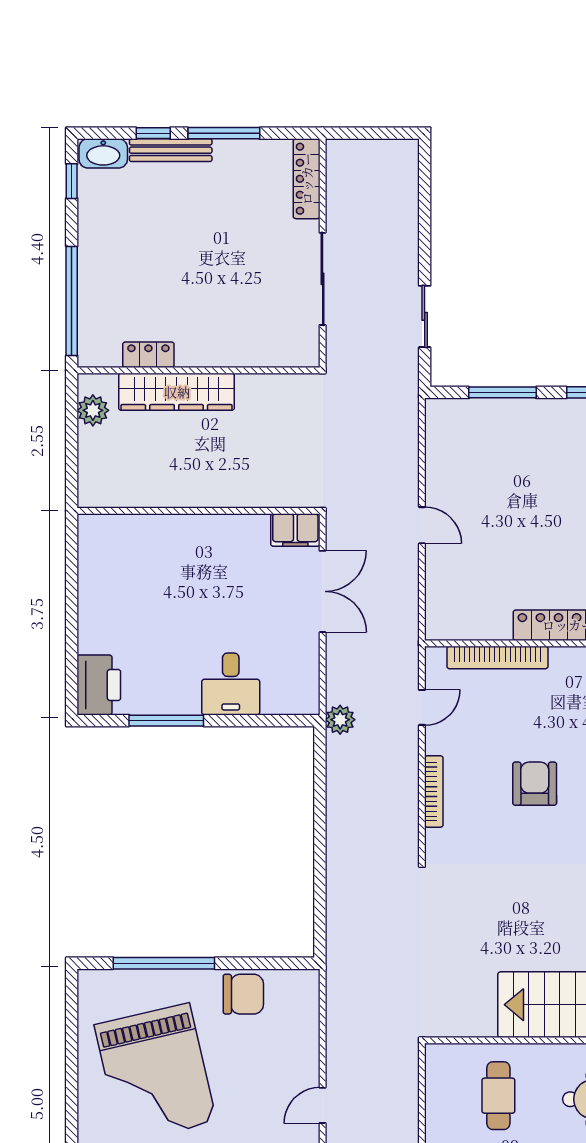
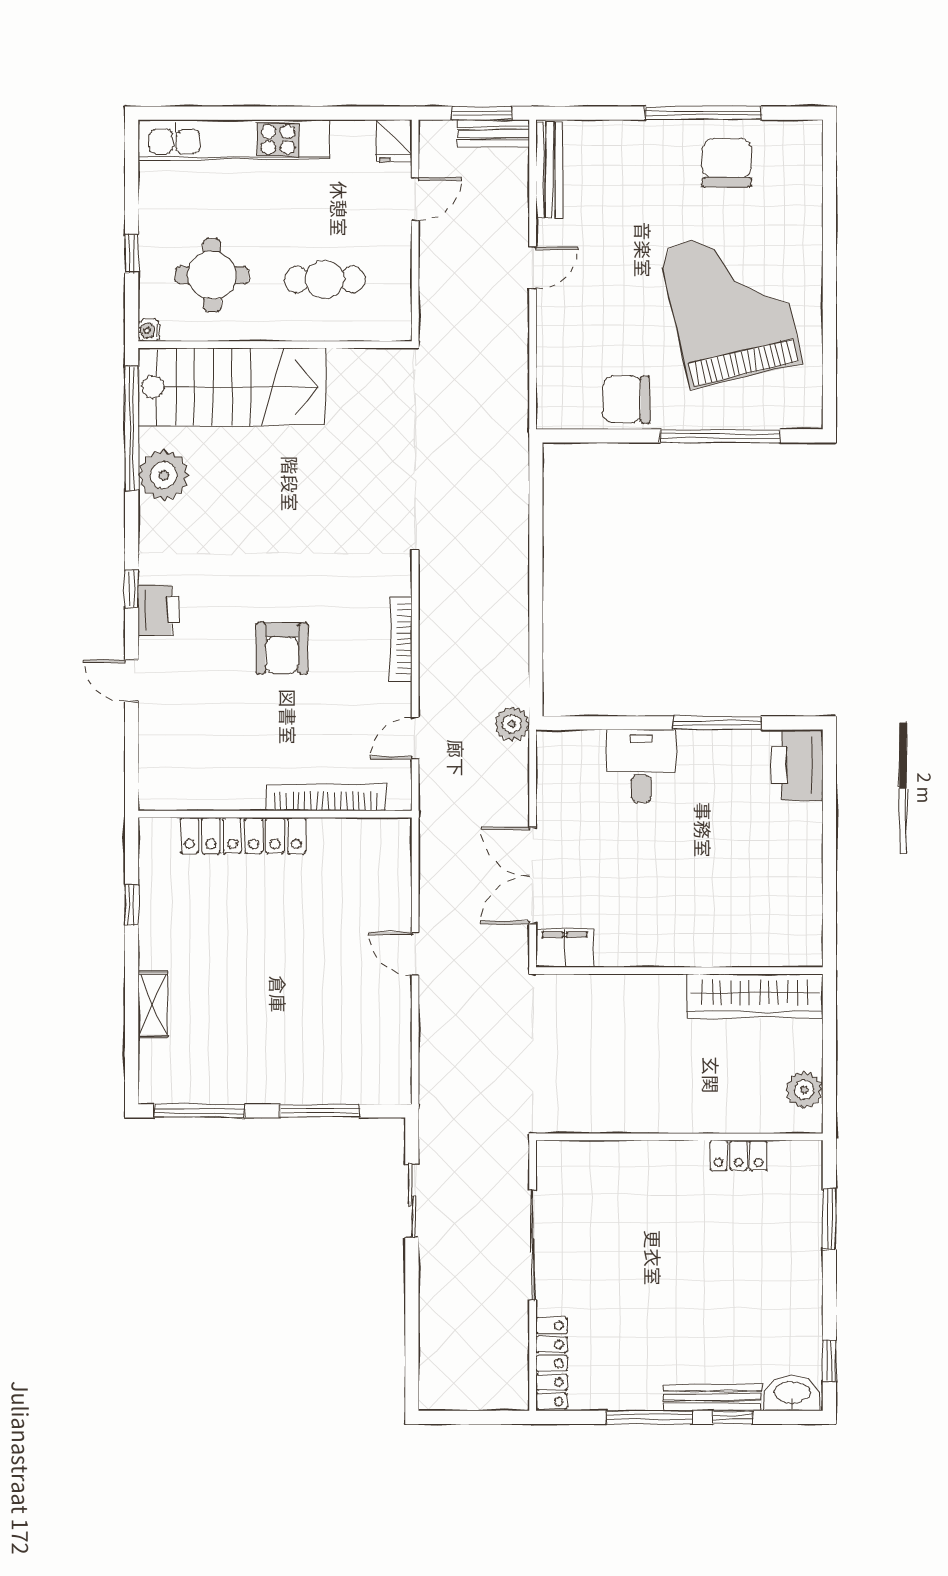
window: (72, 301) -> (829, 1219), width x0.47
wardrobe: (177, 392) -> (755, 996), moved, turned 180
cafe table: (498, 1096) -> (325, 279), turned 90

